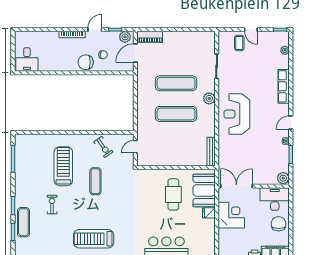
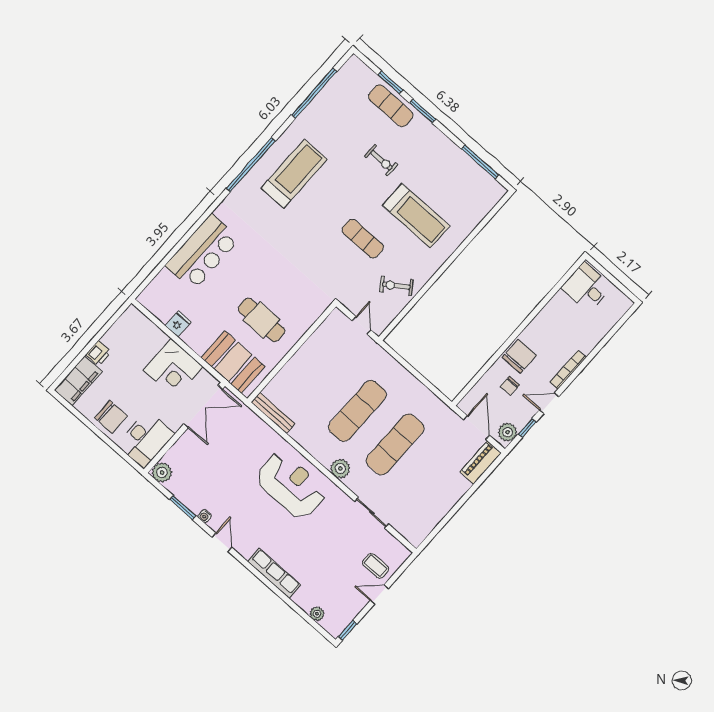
door: (95, 30) -> (549, 403), swing flipped
fridge: (209, 213) -> (178, 324), moved

